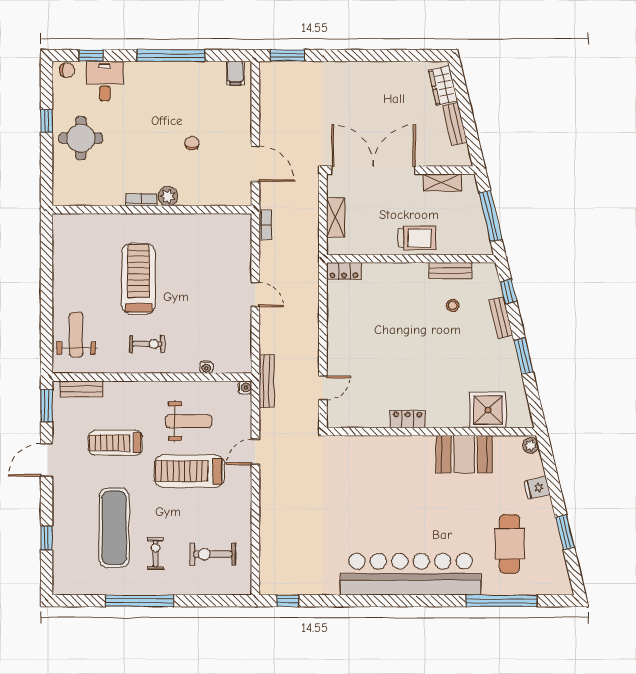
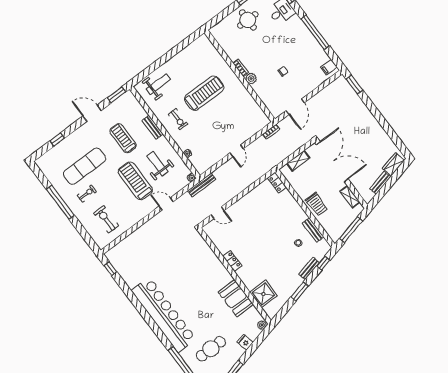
bench: (81, 389) -> (153, 127), moved
weight bench: (189, 421) -> (157, 164), turned 180

